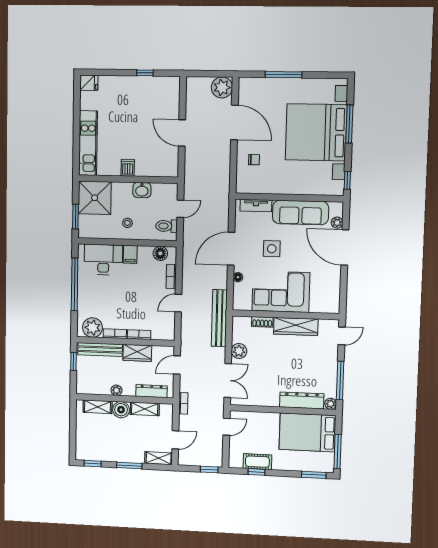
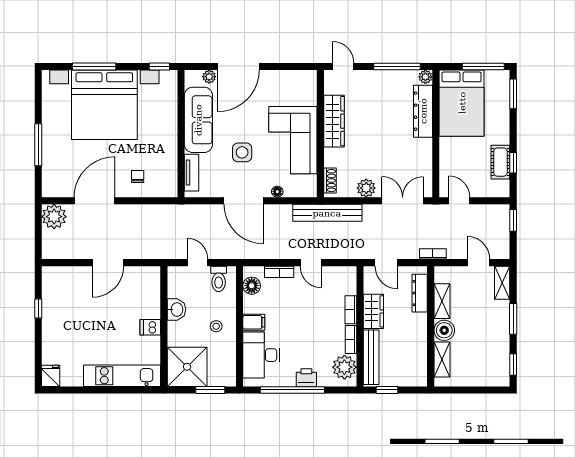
printer: (85, 296) -> (306, 378), added
shoe rack: (262, 322) -> (330, 181), moved
plant: (116, 390) -> (420, 336), removed

